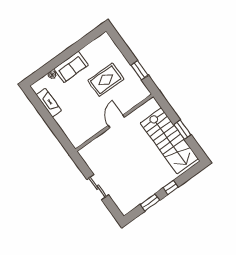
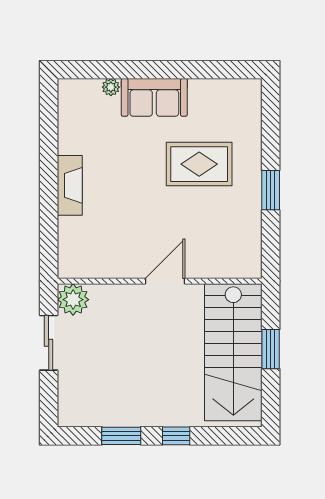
fireplace: (49, 103) -> (70, 185), moved
door: (116, 121) -> (165, 281), moved
wall: (114, 123) -> (160, 281), moved
plant: (95, 164) -> (73, 300), added

